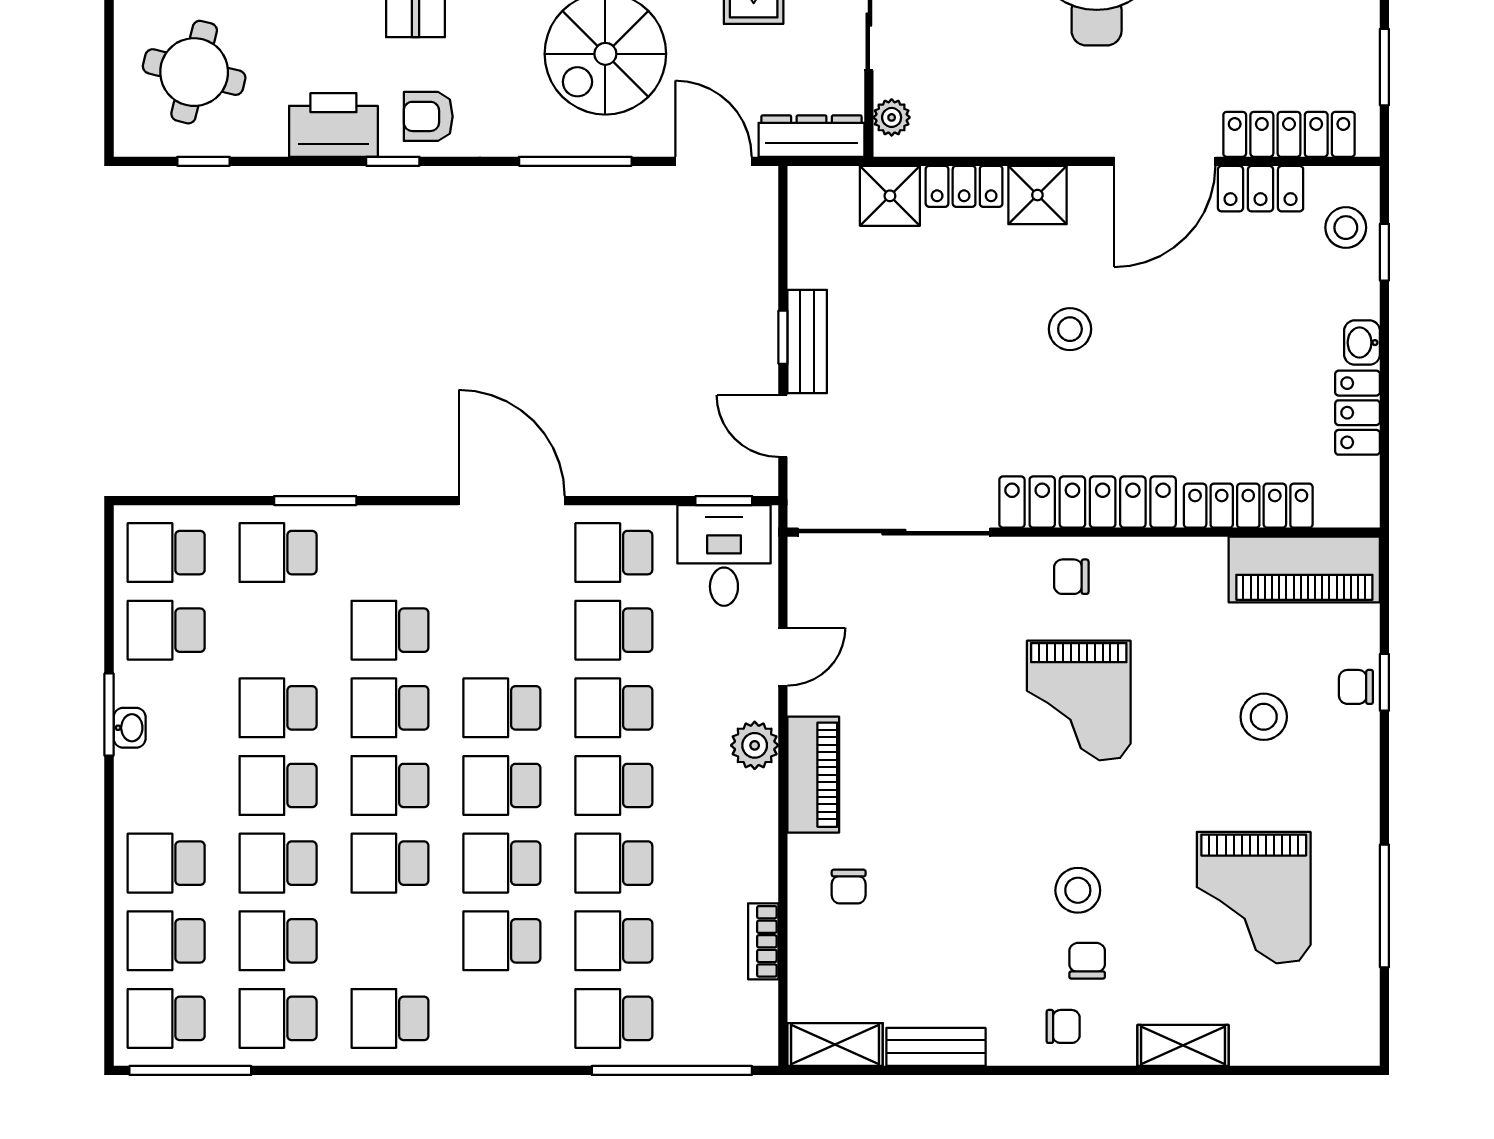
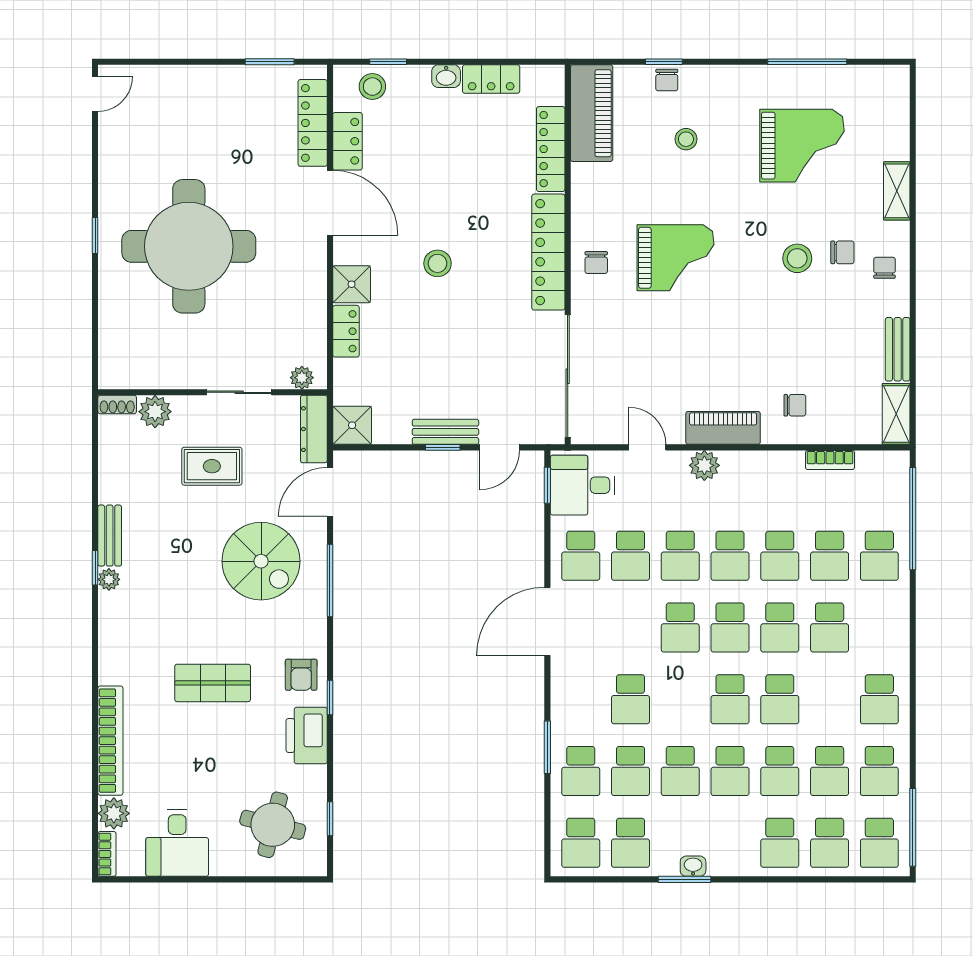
shower: (890, 196) -> (352, 425), moved
school desk: (390, 708) -> (630, 771), moved
stool: (1264, 717) -> (686, 139), width x0.73, depth x0.73
chair: (1087, 961) -> (842, 252), turned 180

